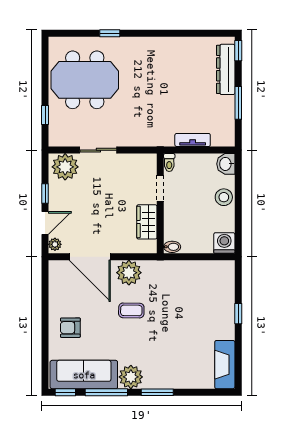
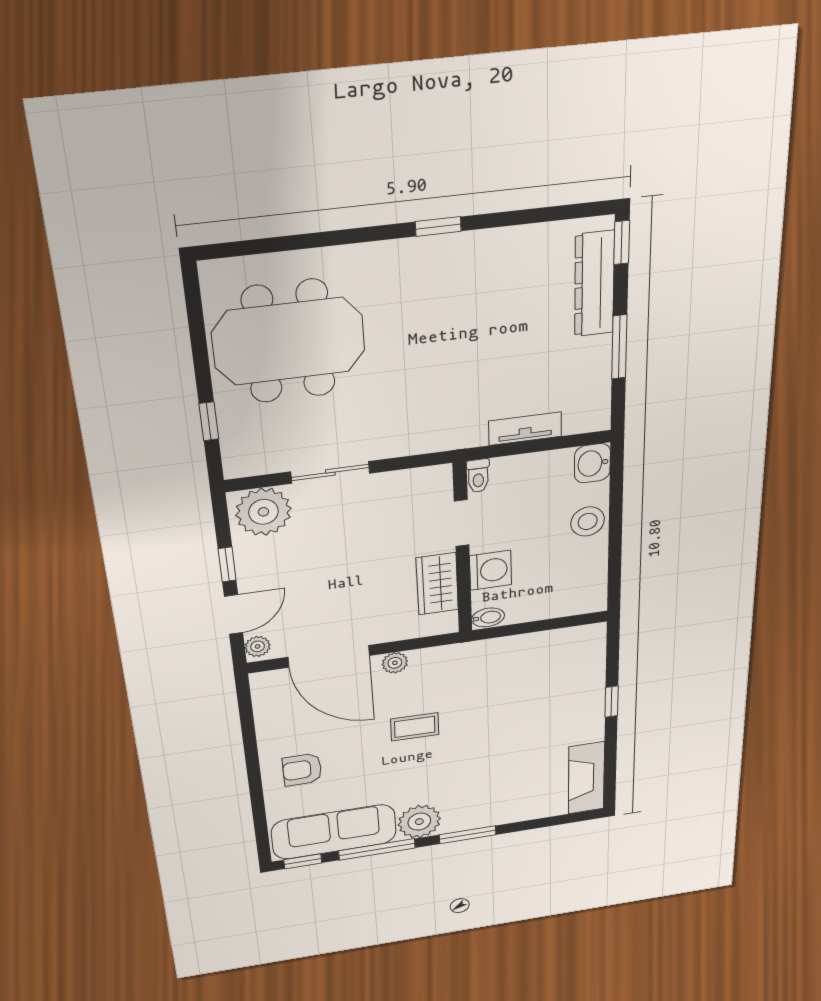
window: (110, 33) -> (438, 226), moved
washing machine: (224, 243) -> (491, 570), moved, turned 90
plant: (129, 273) -> (395, 663), width x0.53, depth x0.53

